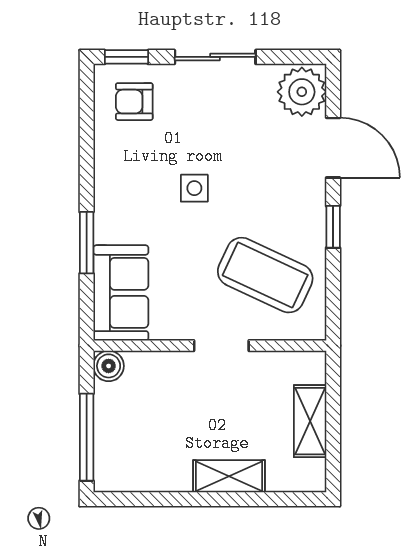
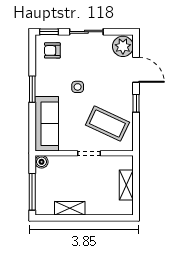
window: (87, 243) -> (32, 89), moved
sofa: (121, 293) -> (47, 124), width x1.36
shelving: (229, 476) -> (70, 208), moved

